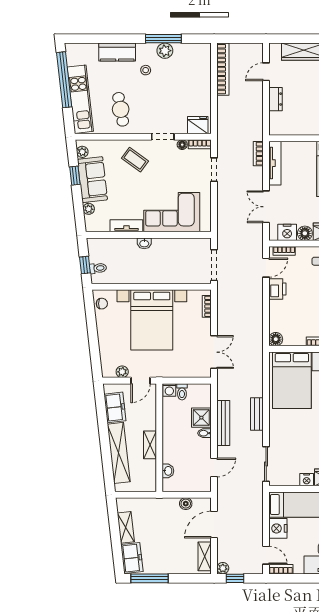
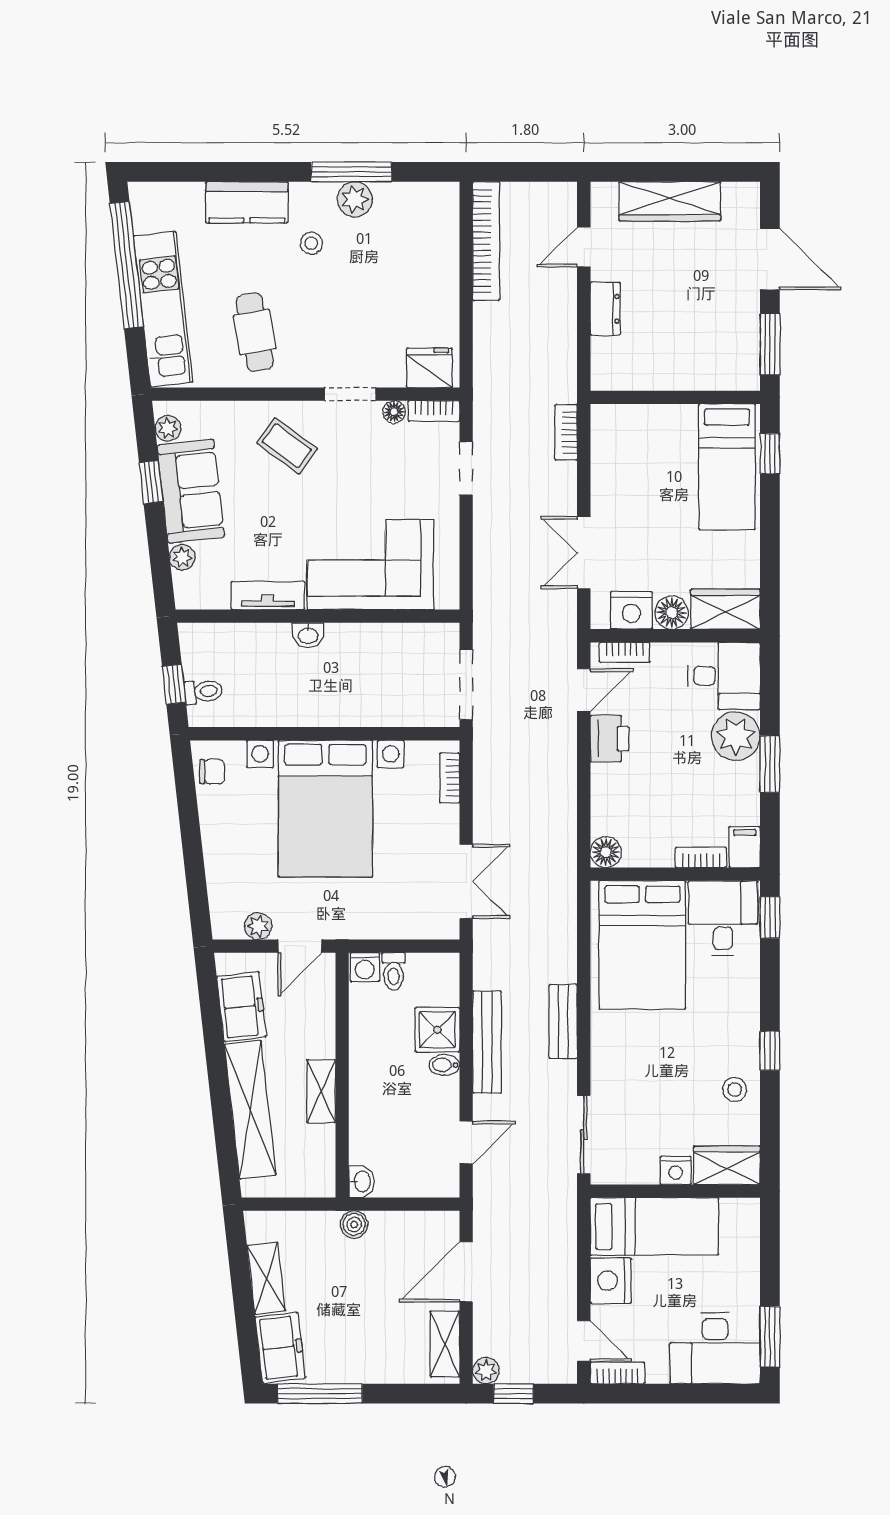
tv unit: (275, 163) -> (604, 454), removed
washbasin: (168, 471) -> (362, 1182), moved
boiler: (186, 504) -> (354, 1224), moved

